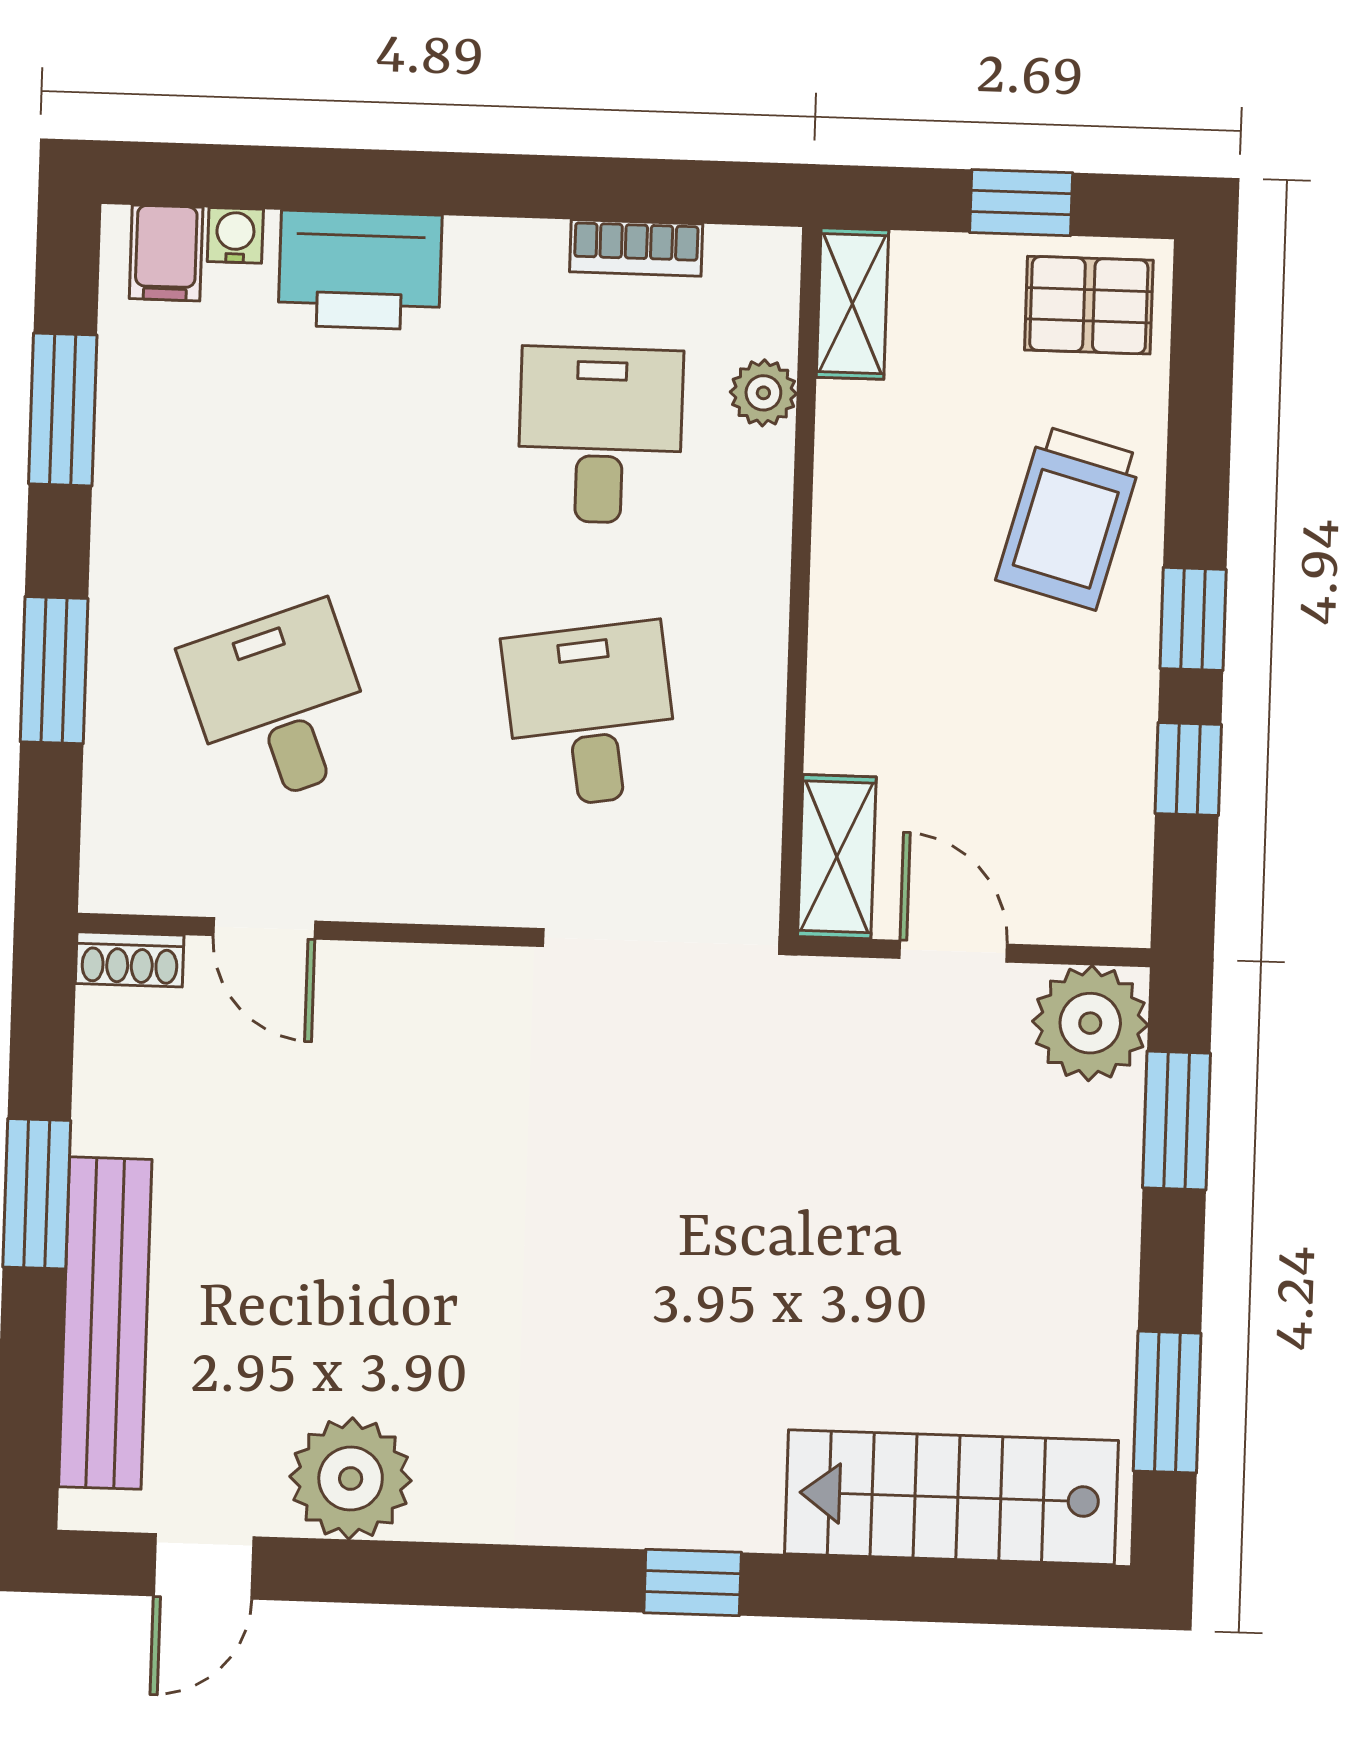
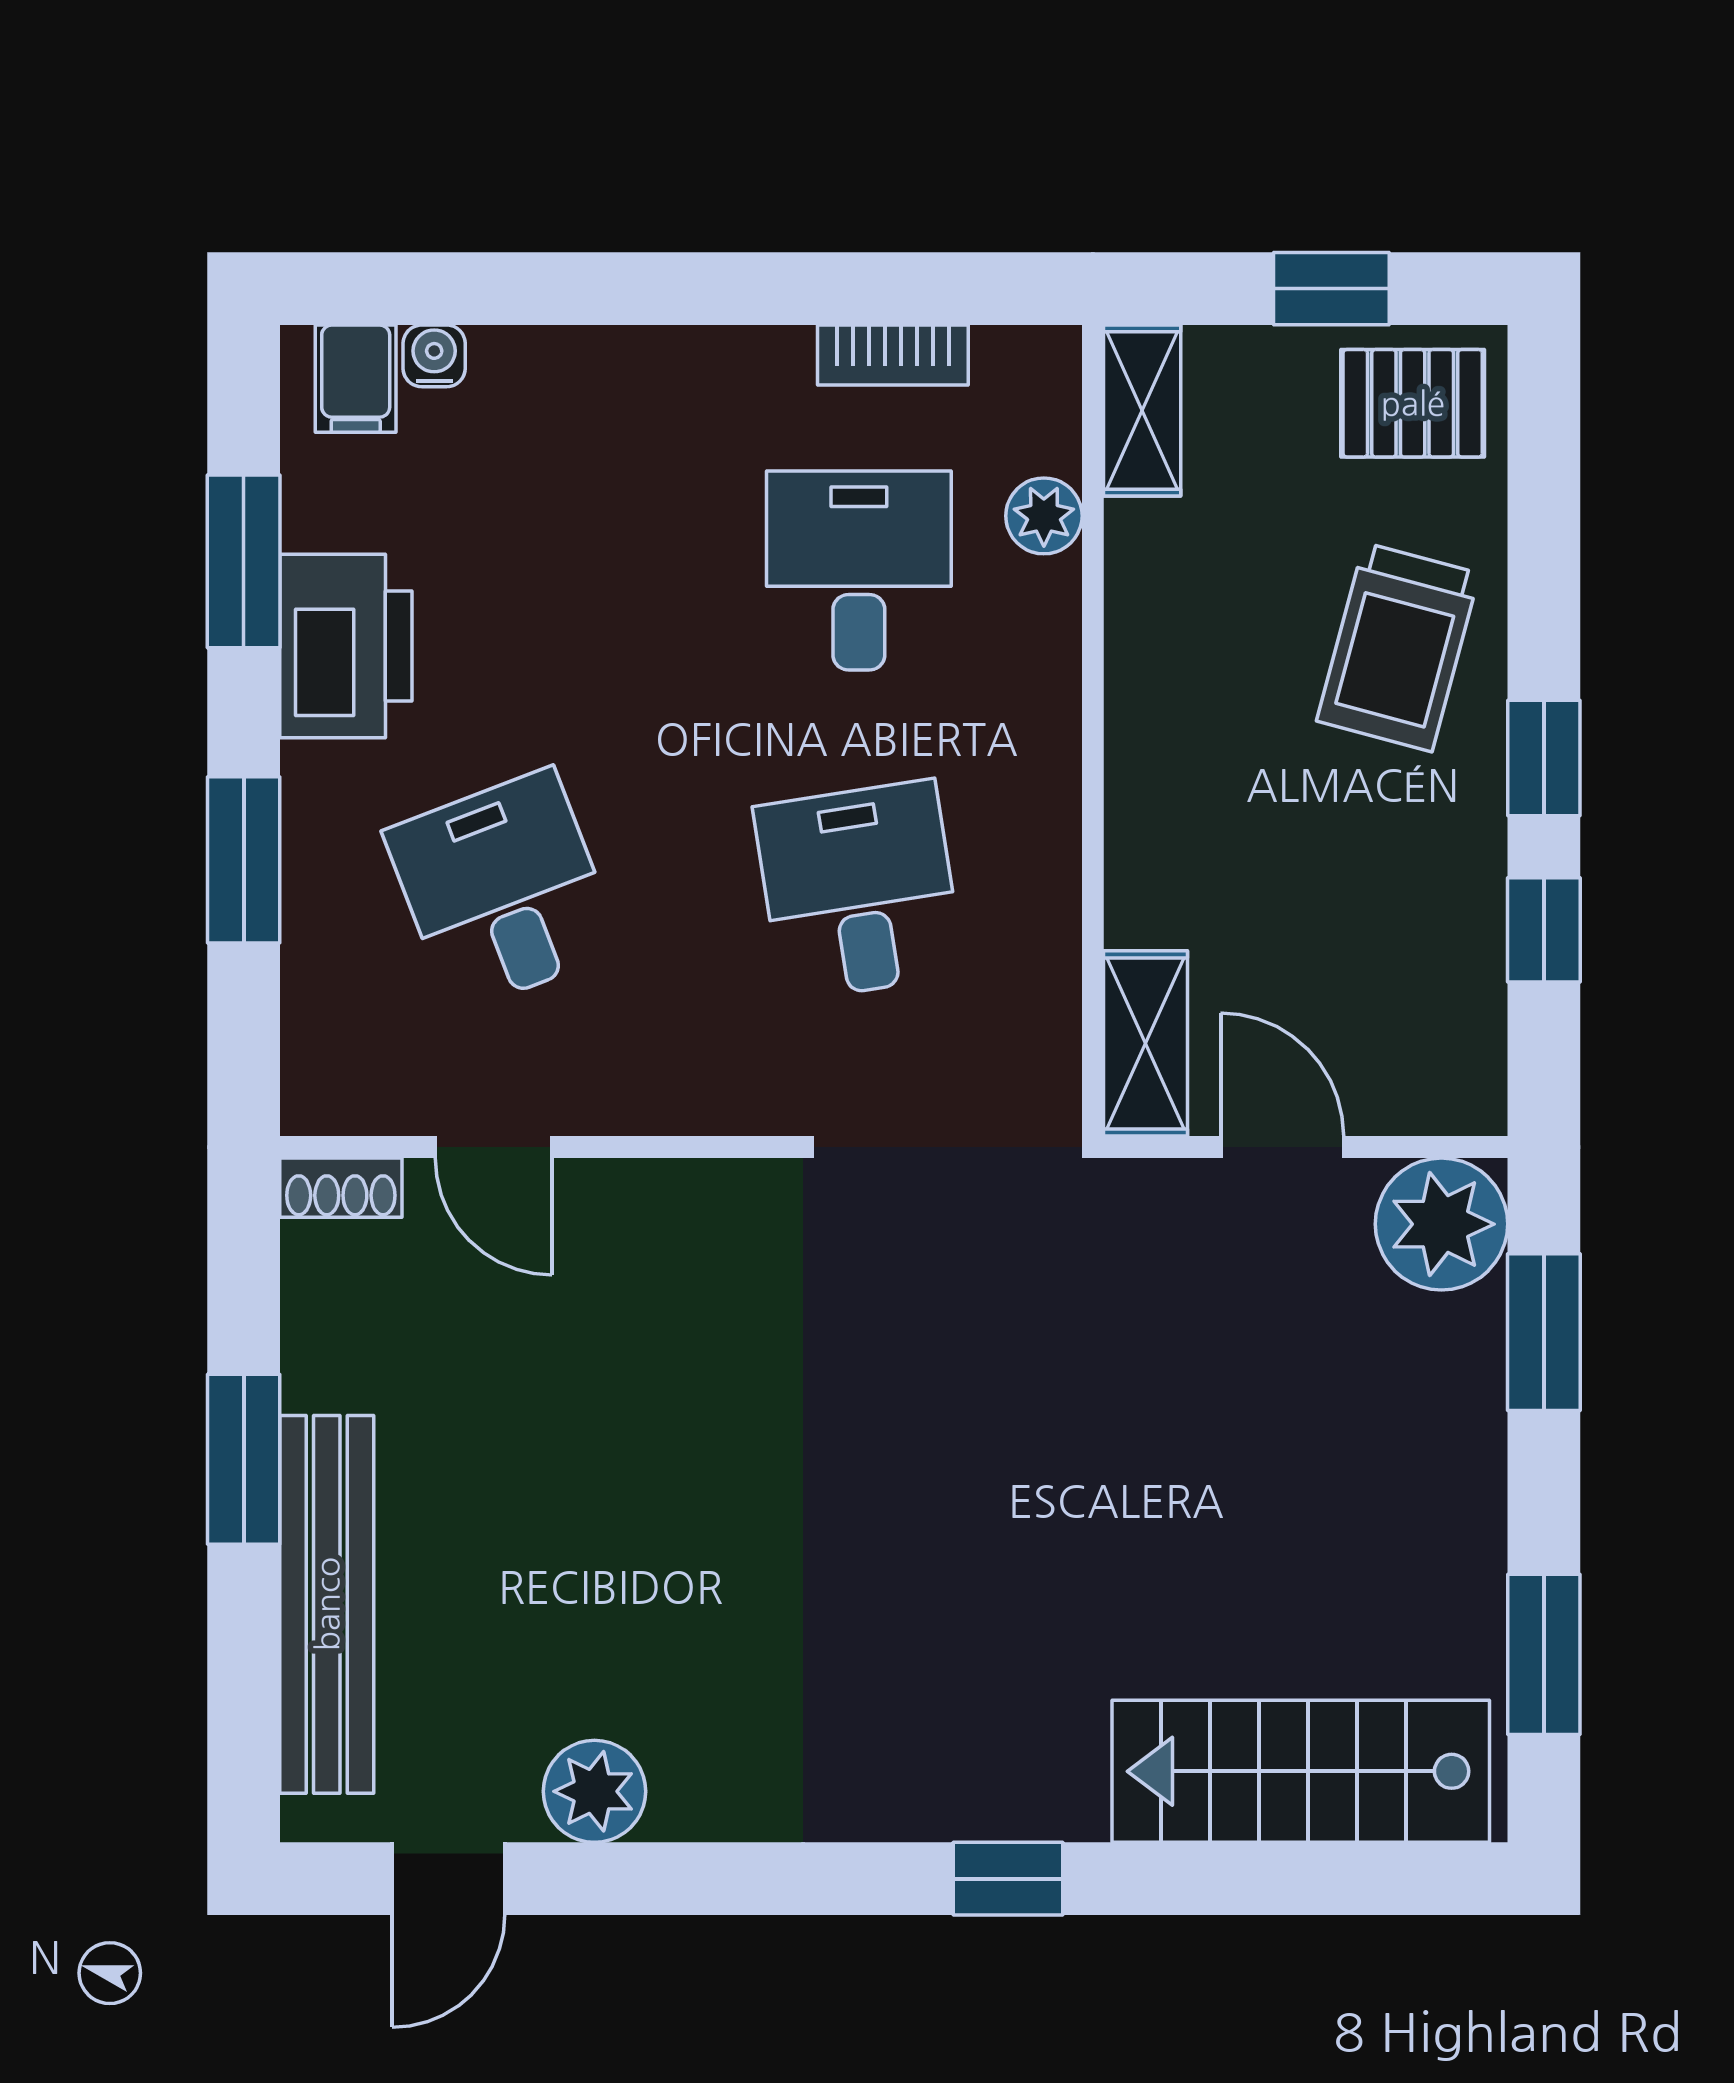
printer: (360, 270) -> (346, 646), moved, turned -90
plant: (351, 1479) -> (594, 1791), width x0.73, depth x0.73

